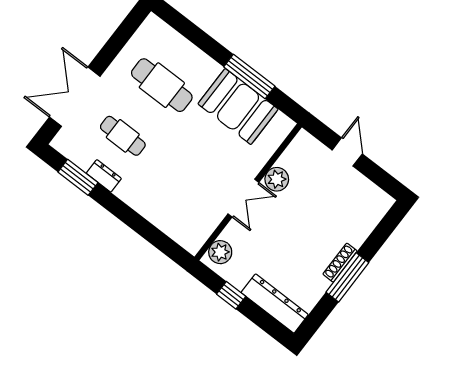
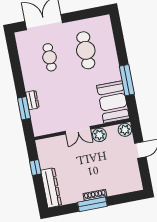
booth: (238, 107) -> (113, 102), moved
dresser: (104, 176) -> (32, 100), moved
window: (78, 177) -> (24, 108), moved
plant: (220, 252) -> (125, 130), moved

